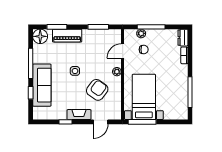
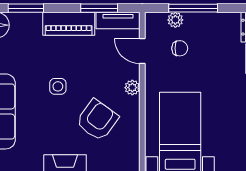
tv unit: (109, 34) -> (118, 20), added
piano: (67, 36) -> (69, 24), moved
door: (123, 51) -> (142, 51), hinge flipped

